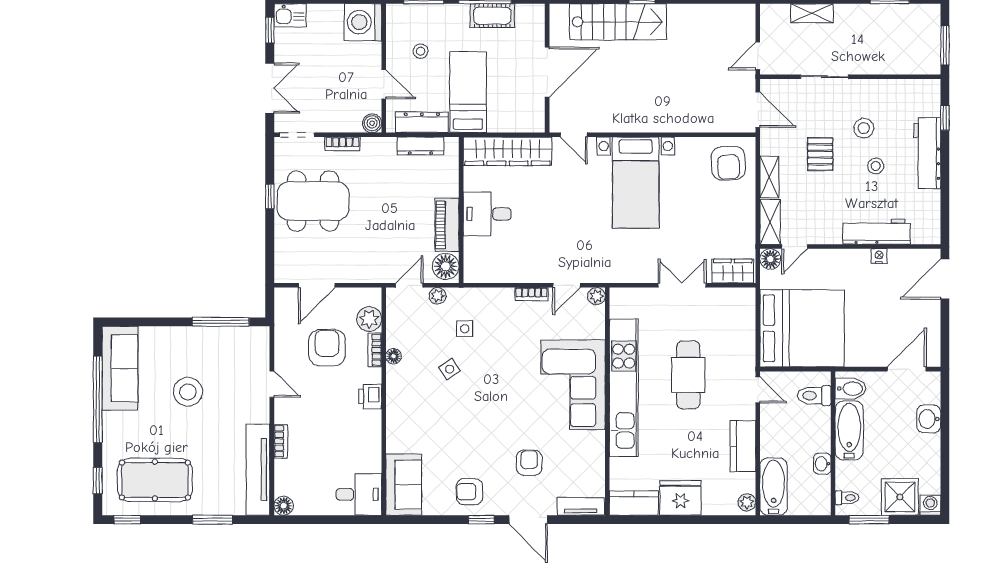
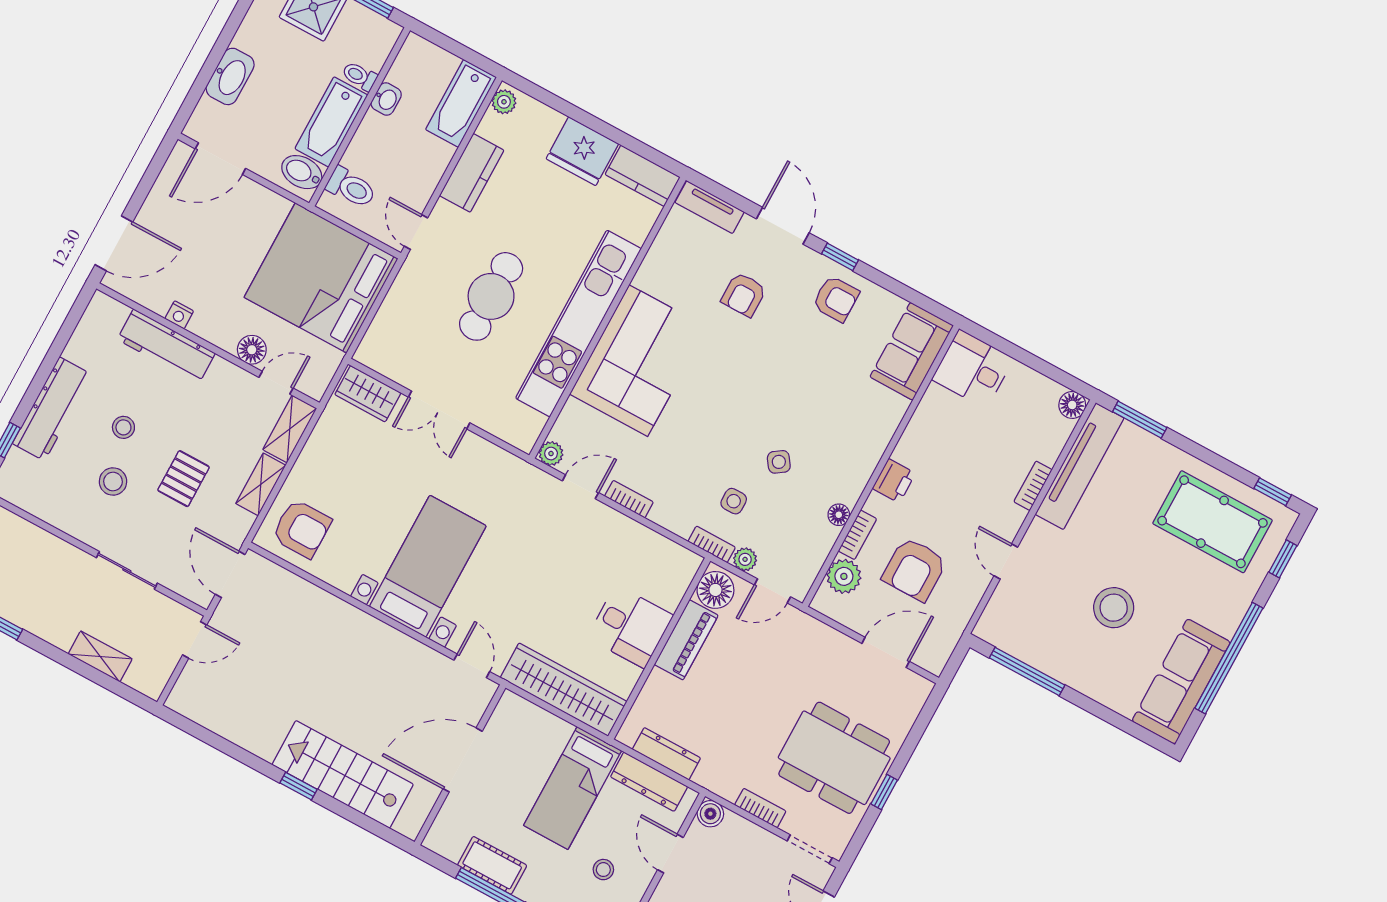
armchair: (728, 163) -> (302, 529), turned 93
floor lamp: (770, 259) -> (252, 350), moved
bookcase: (464, 294) -> (712, 544), added
washbasin: (929, 419) -> (230, 76), width x1.38
toilet: (847, 498) -> (359, 76), moved
window: (213, 520) -> (1140, 420), moved

